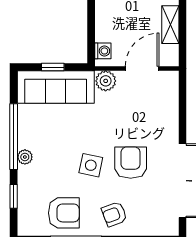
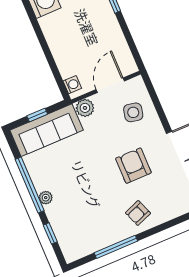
shelving: (170, 25) -> (118, 40), removed
side table: (91, 165) -> (133, 112), moved
armchair: (64, 213) -> (97, 230), removed

